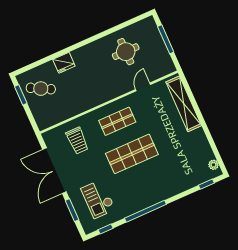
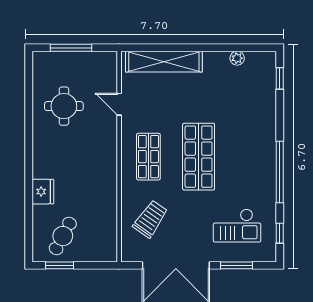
trolley: (77, 141) -> (150, 219), turned -55
plant: (213, 165) -> (237, 58), moved

